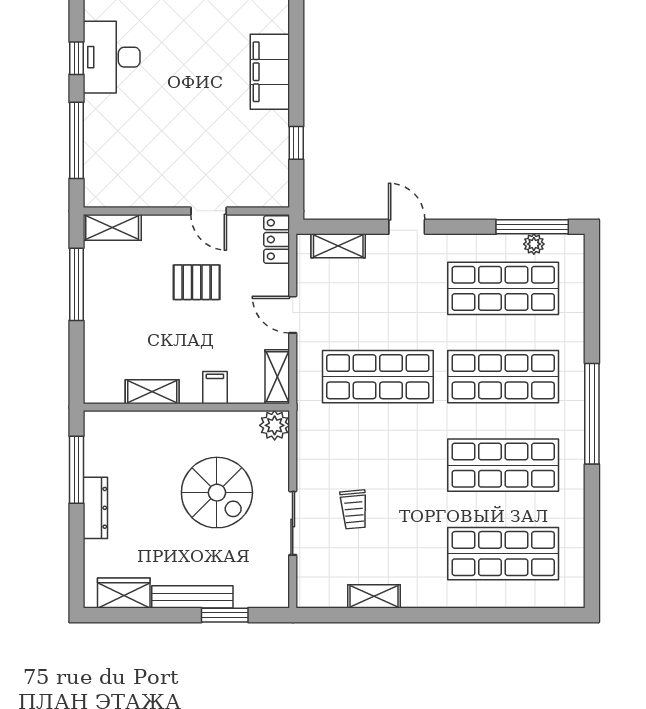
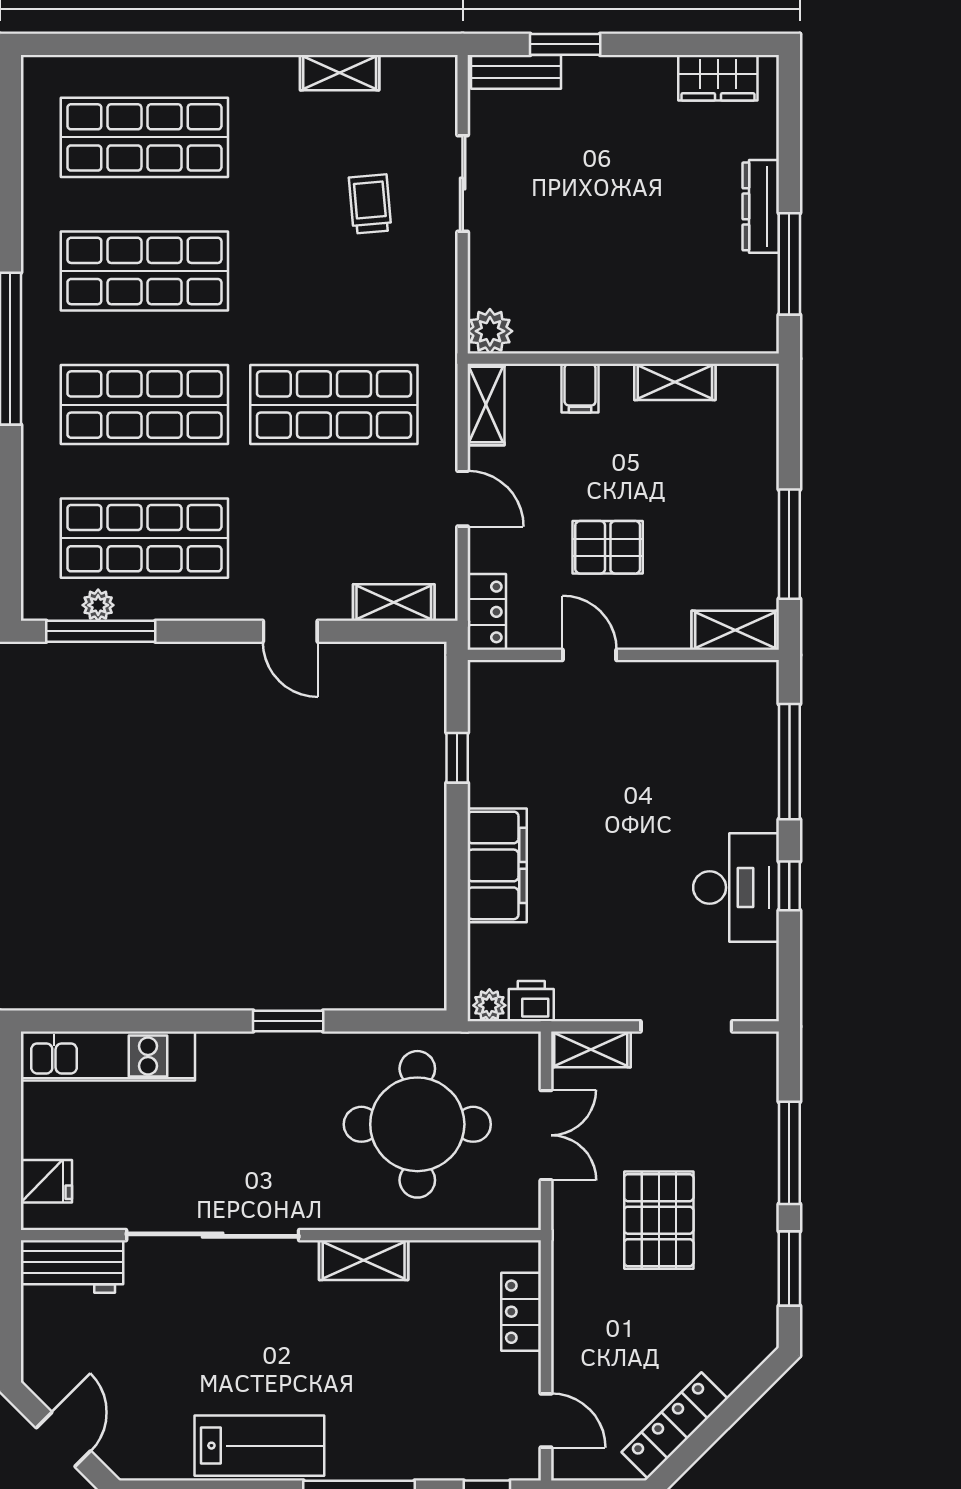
spiral stairs: (217, 493) -> (577, 229), removed
bench: (192, 597) -> (516, 72), moved, width x0.73

